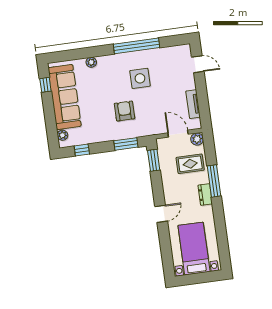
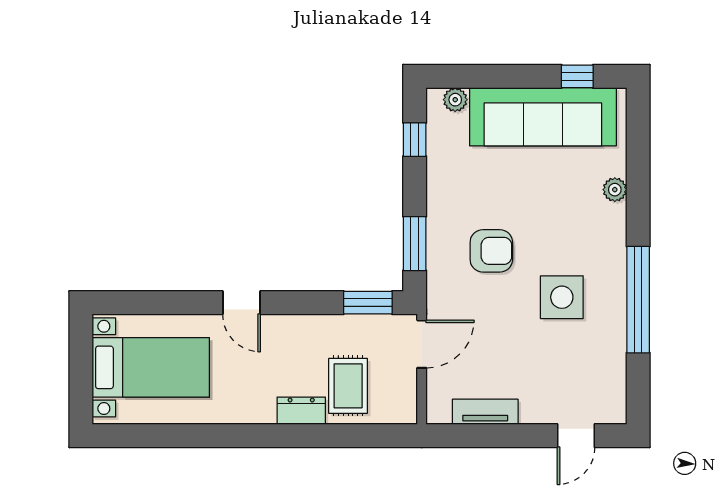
door: (178, 134) -> (422, 344), moved
plant: (197, 139) -> (403, 410), removed
window: (214, 181) -> (301, 436), removed
dresser: (205, 195) -> (301, 411), moved

